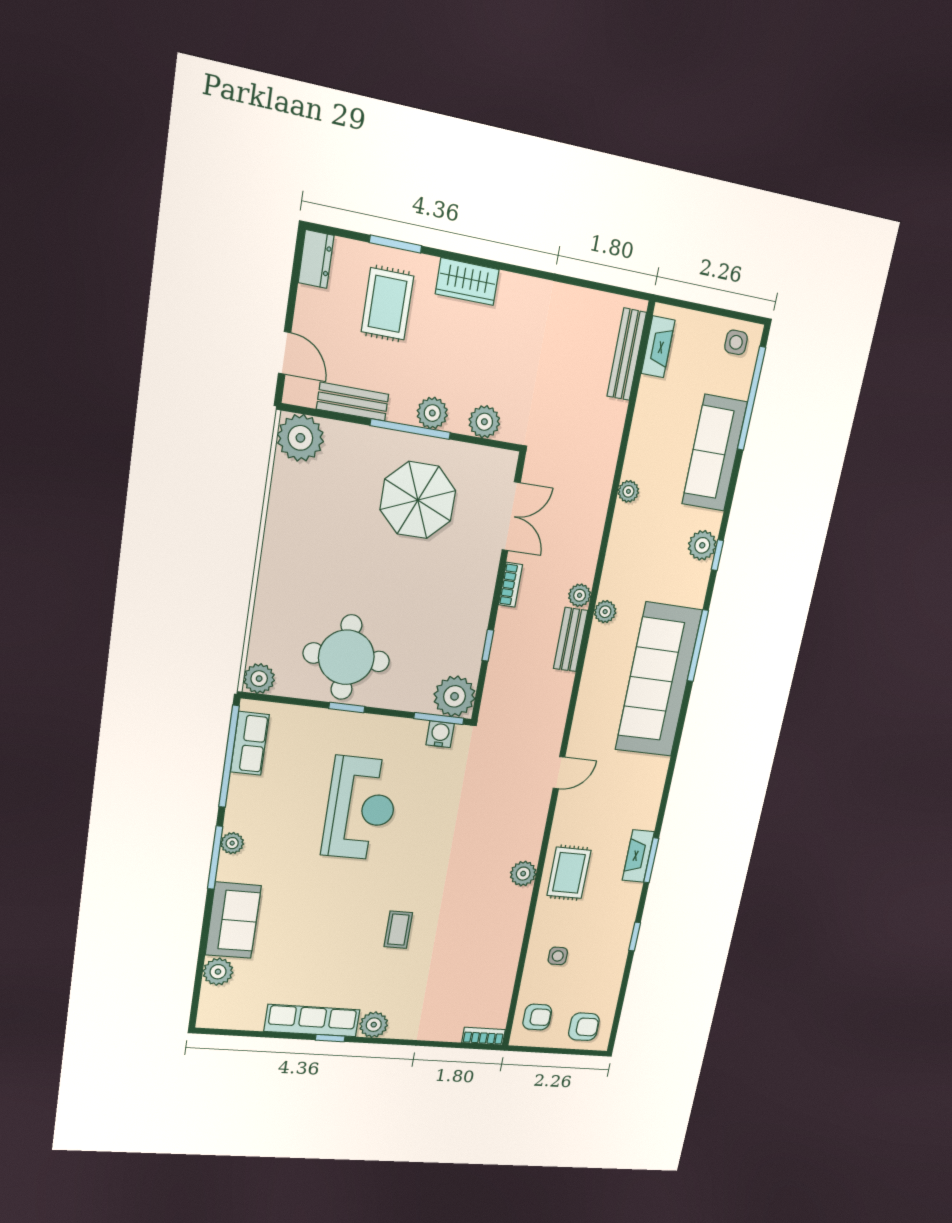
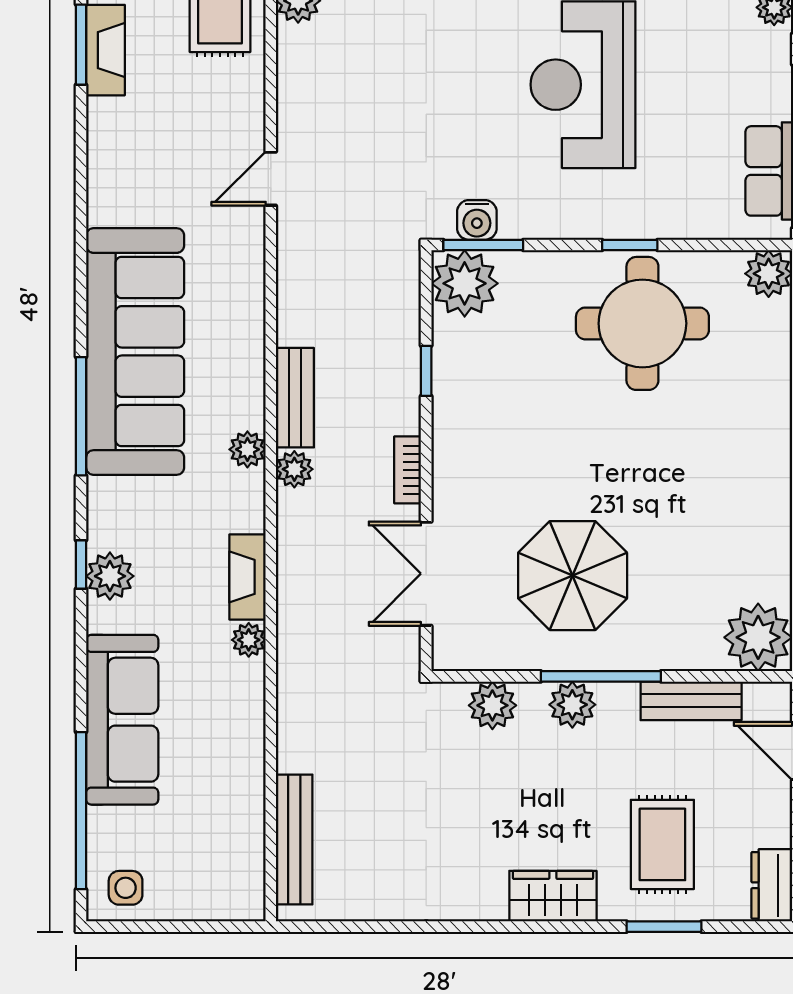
fireplace: (658, 347) -> (247, 577), moved

